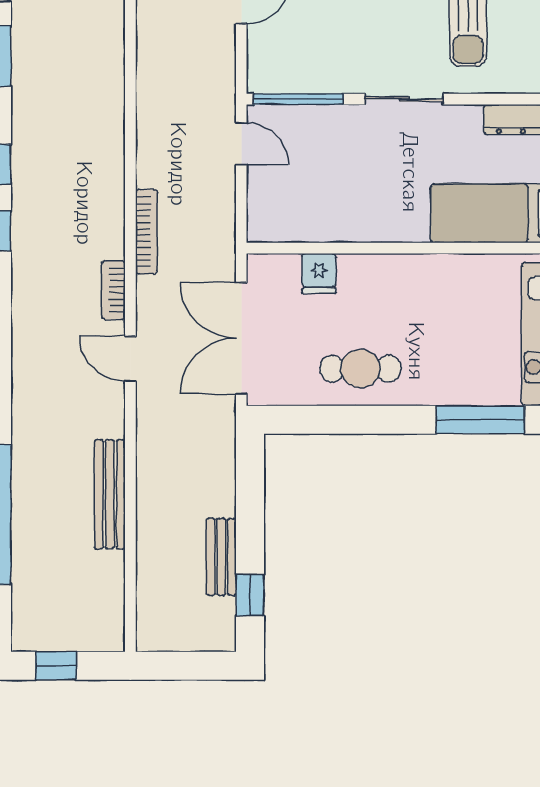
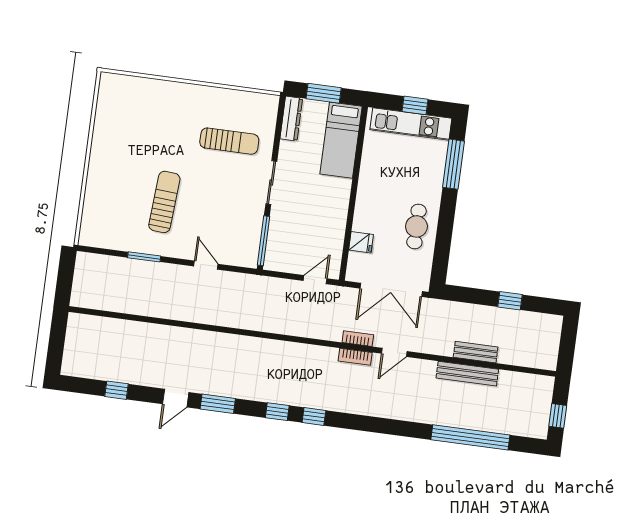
door: (241, 144) -> (315, 280), moved
bookcase: (146, 232) -> (358, 339), moved, width x0.64
bench: (221, 557) -> (476, 352), moved
window: (250, 595) -> (510, 301), moved

